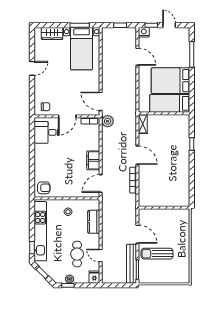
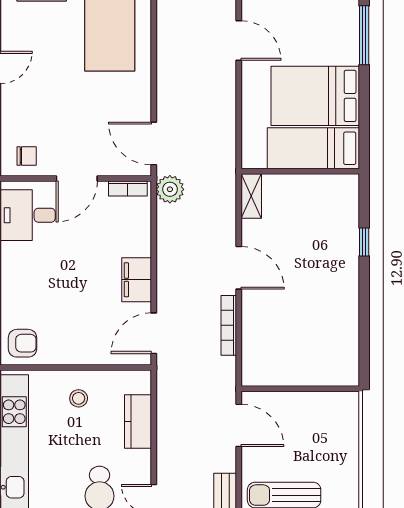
door: (137, 234) -> (239, 425), moved

